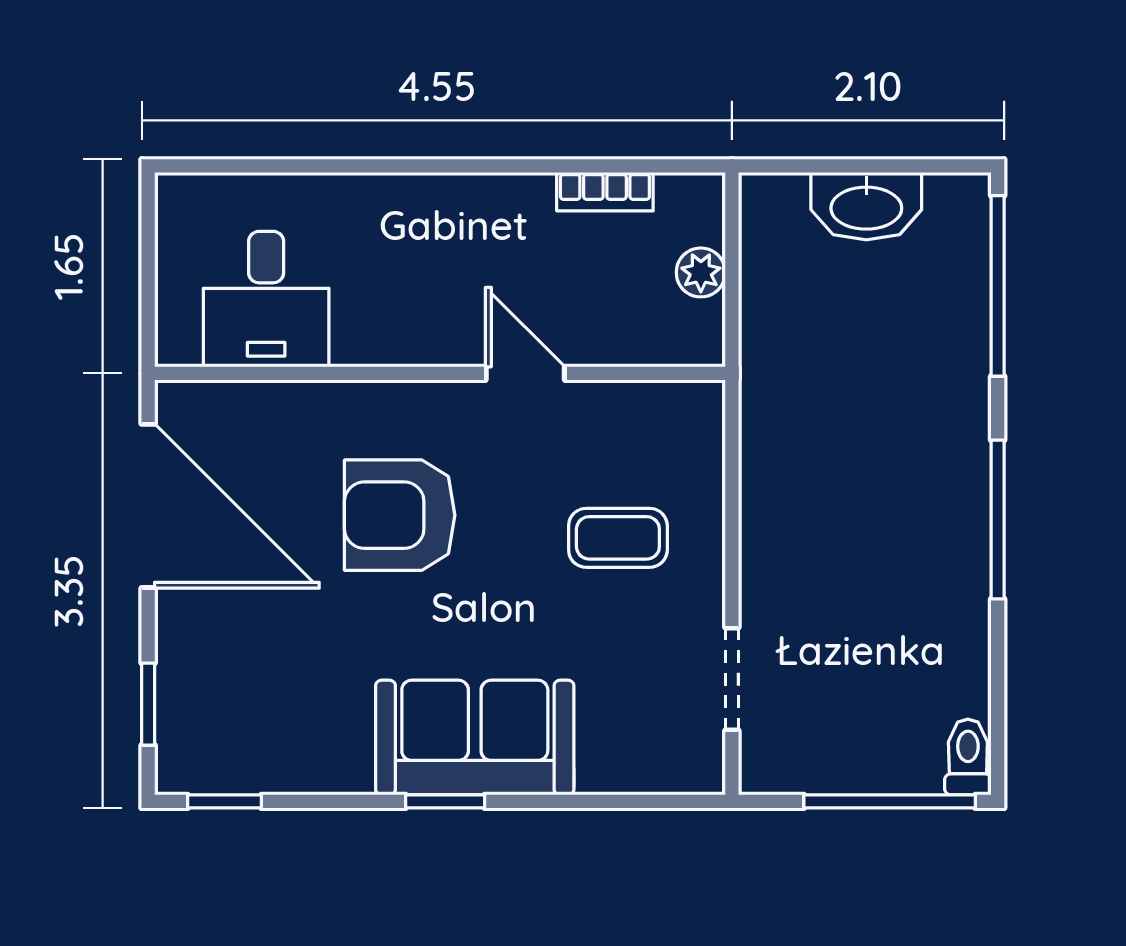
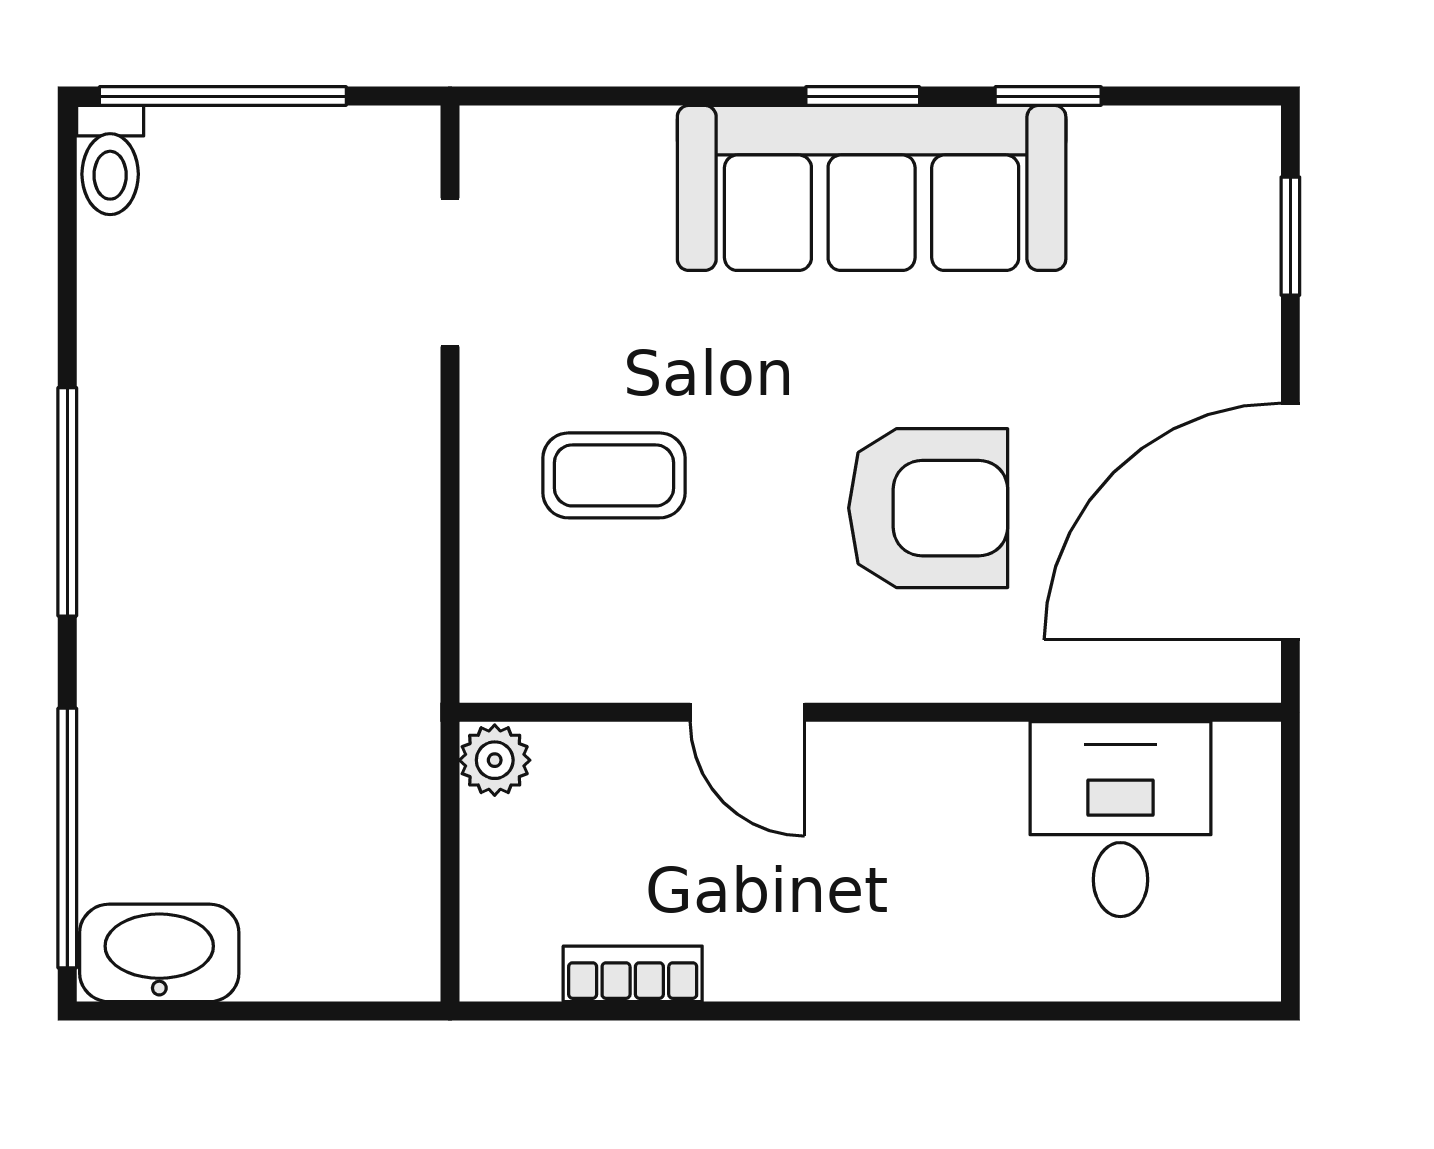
washbasin: (866, 206) -> (159, 953), moved
plant: (701, 272) -> (495, 760), moved
door: (148, 506) -> (1290, 521), hinge flipped
sofa: (475, 738) -> (872, 188), width x1.36
window: (225, 801) -> (1048, 96), moved

